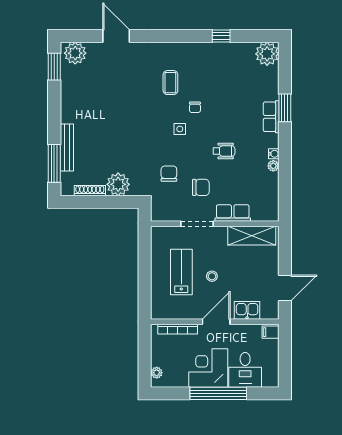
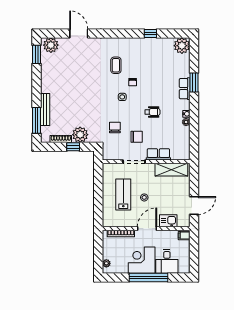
window: (108, 202) -> (73, 147), added

